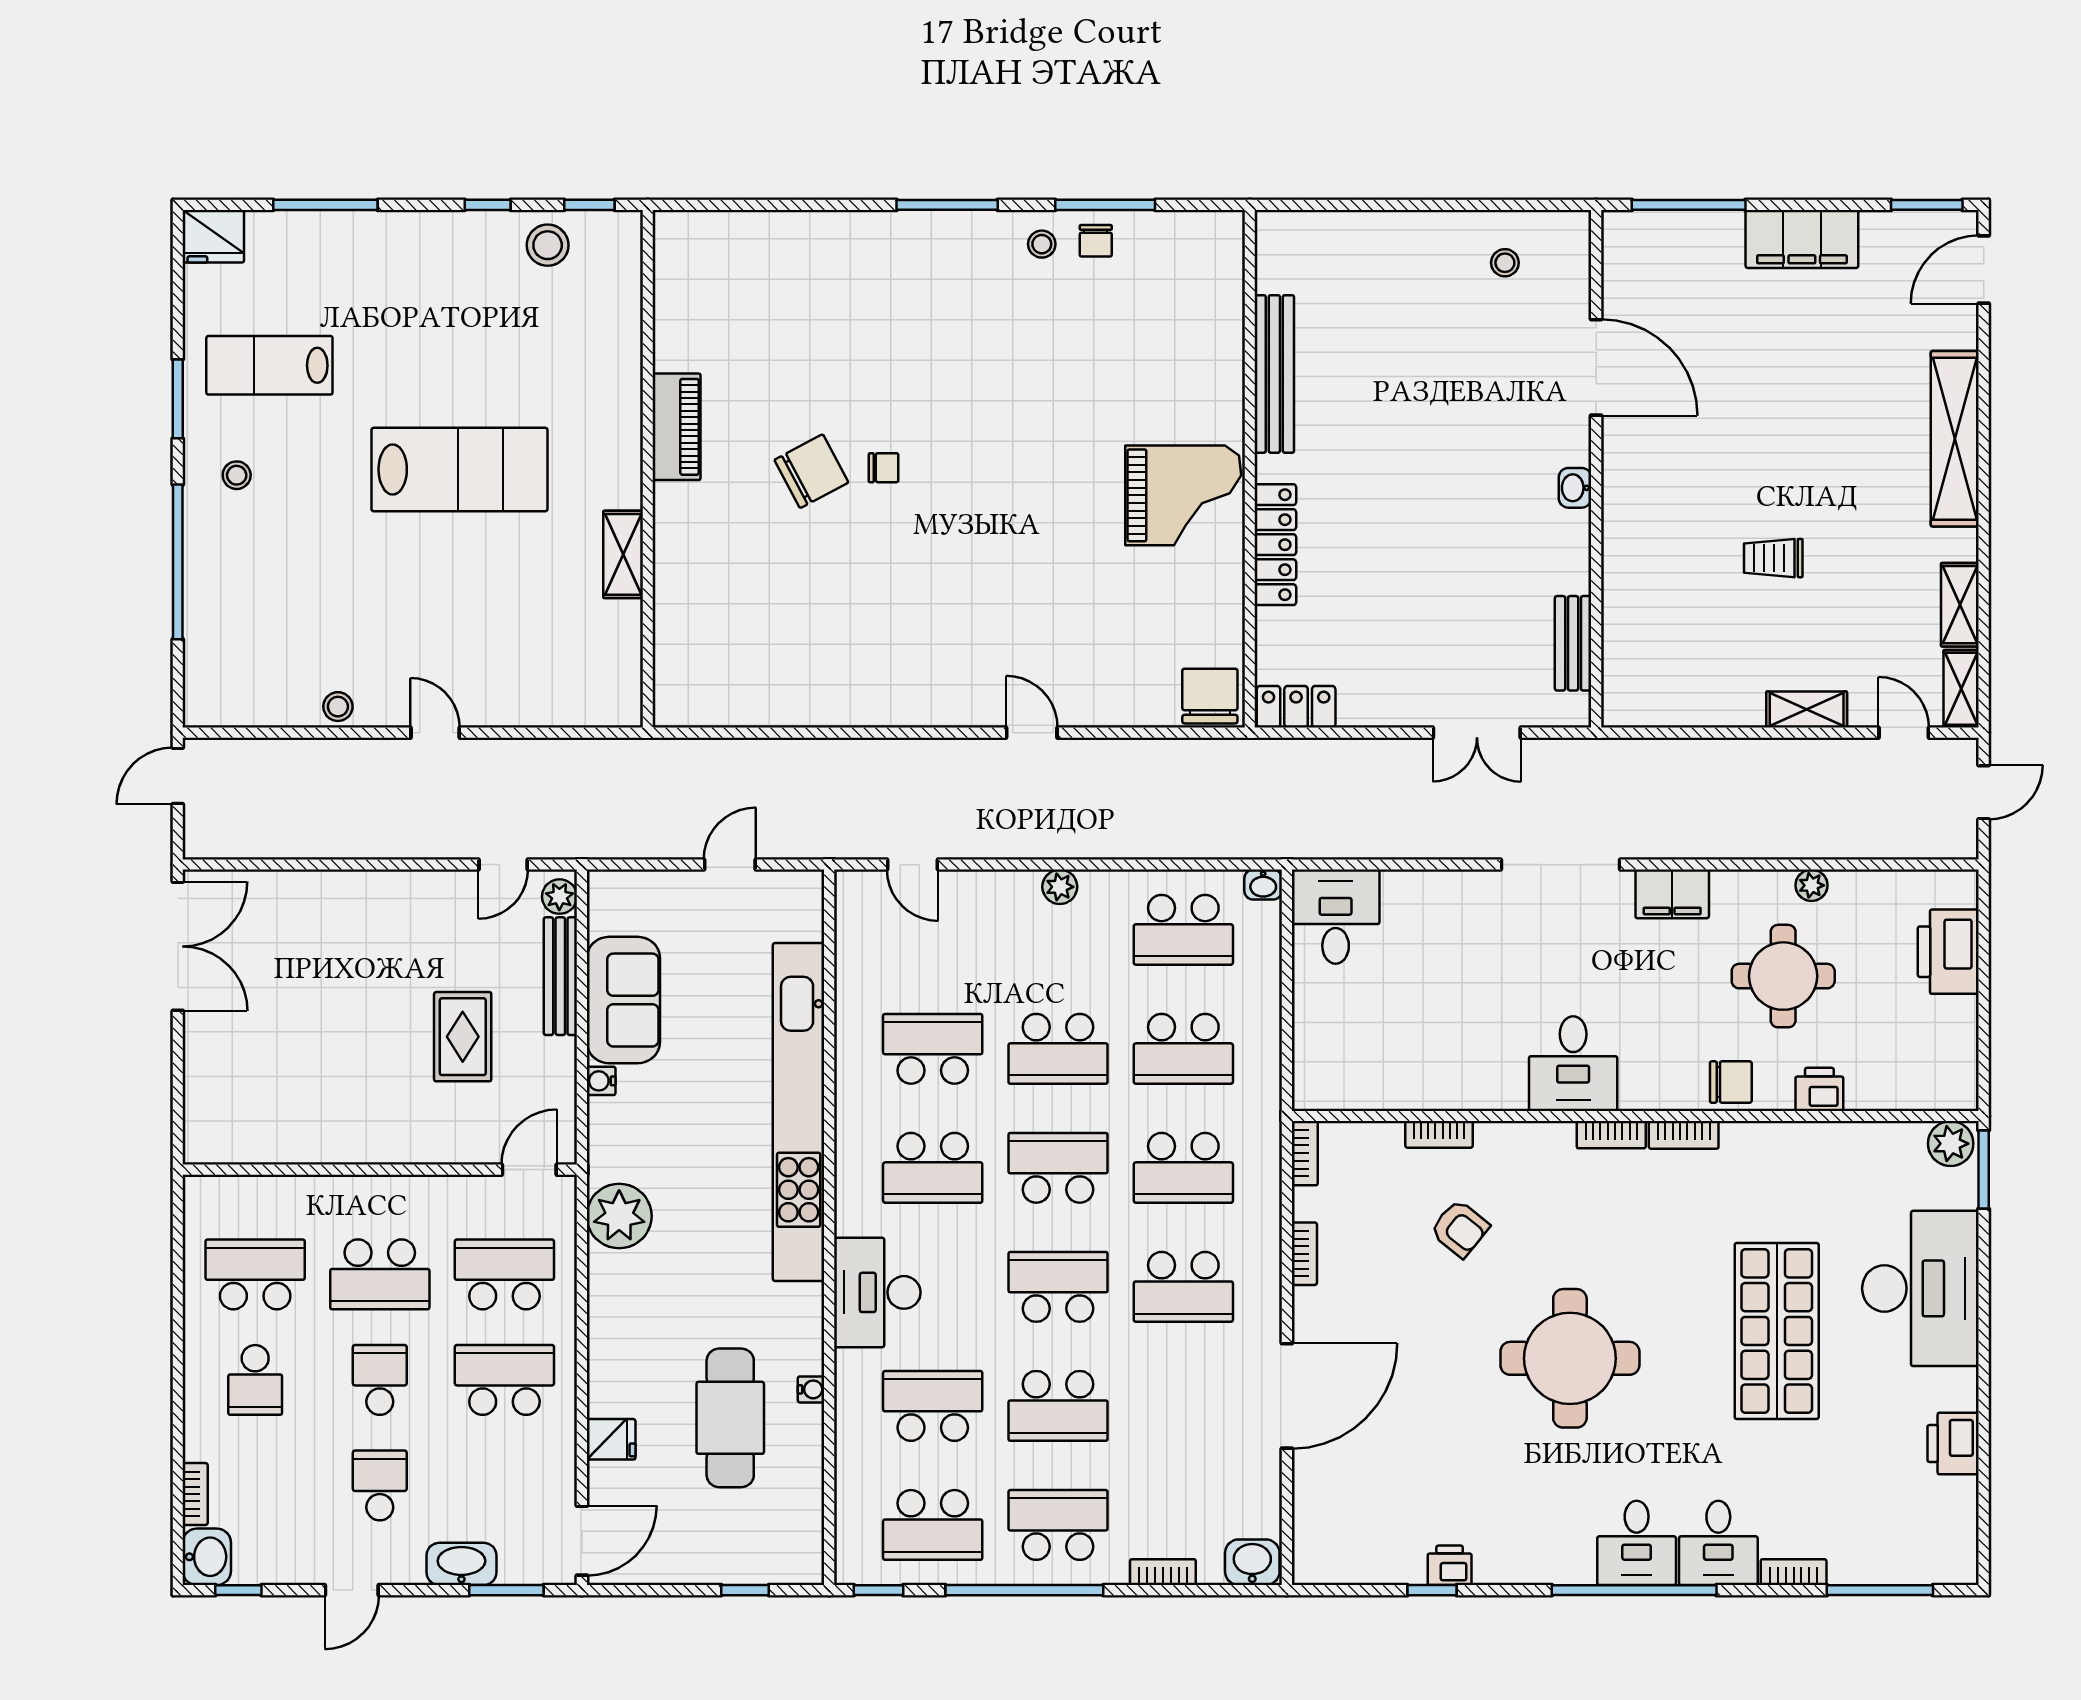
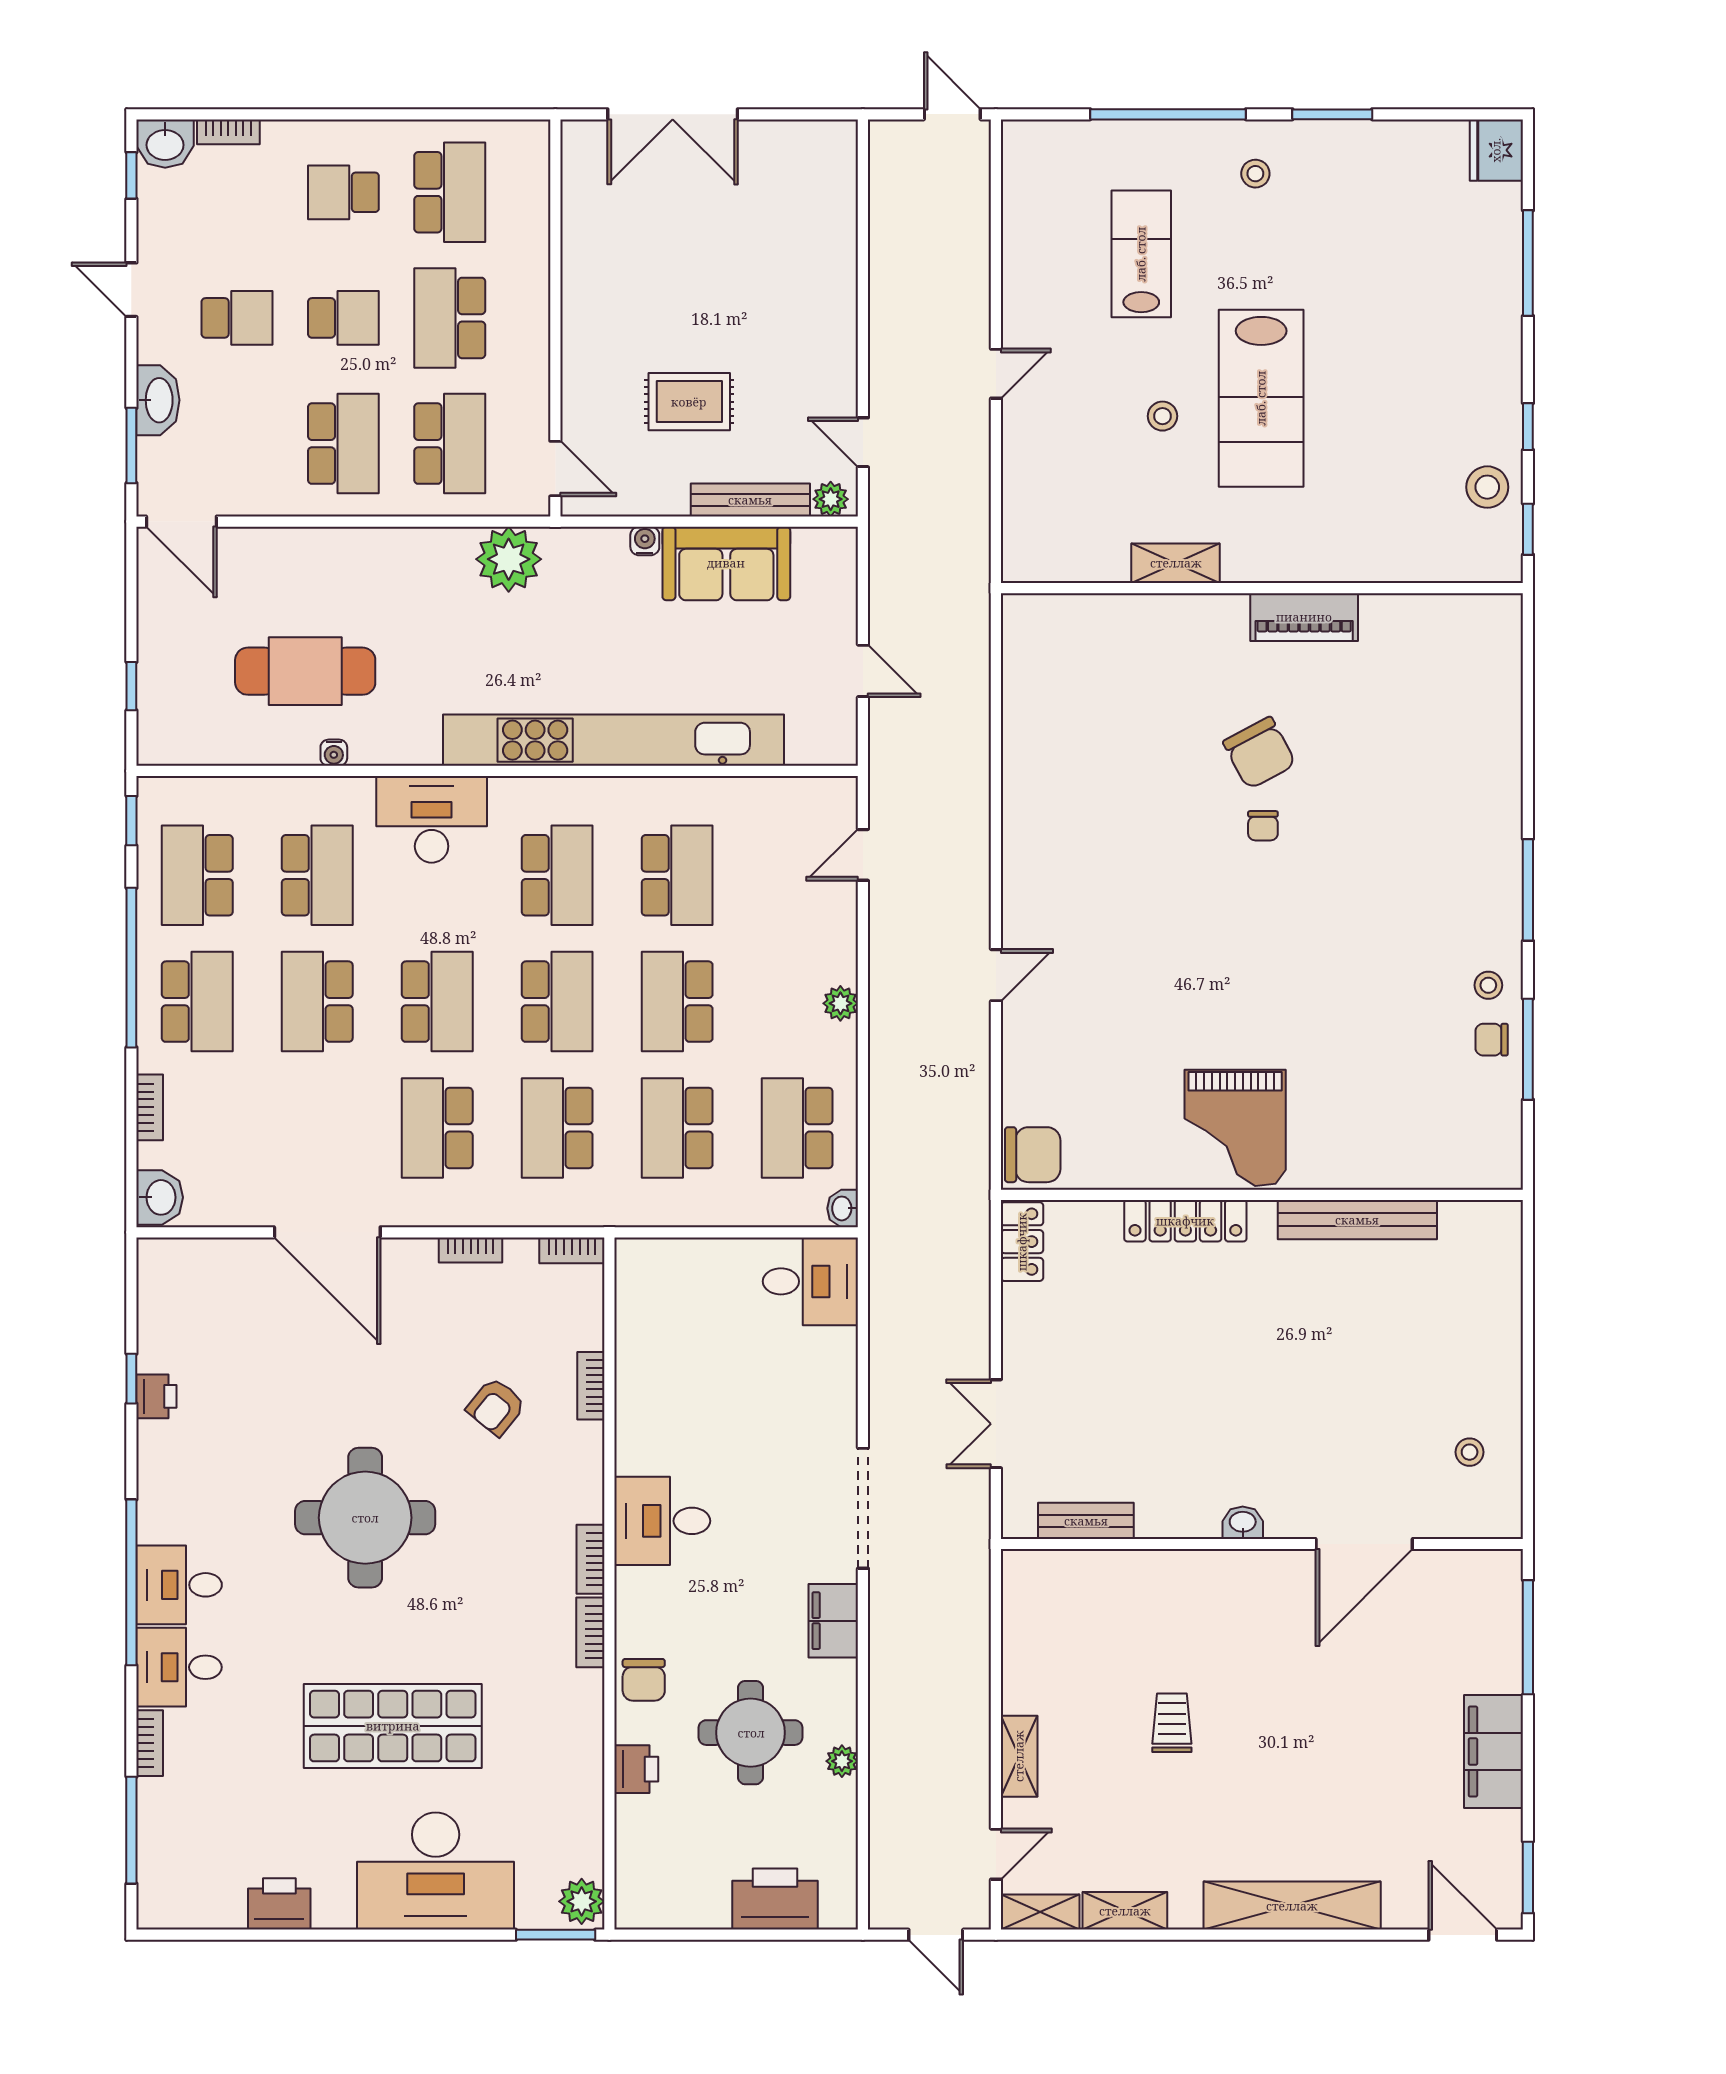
lab bench: (269, 365) -> (1141, 254), moved
stool: (338, 707) -> (1162, 416), moved
double door: (178, 946) -> (673, 114), moved
school desk: (933, 1168) -> (557, 875), turned 180
fridge: (611, 1439) -> (284, 551), removed

